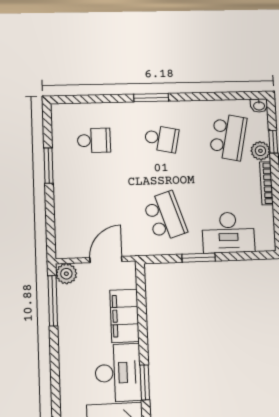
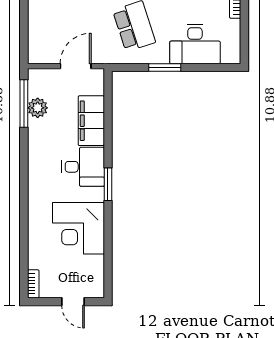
plant: (66, 274) -> (38, 108), moved
desk: (118, 373) -> (83, 167), width x0.73

